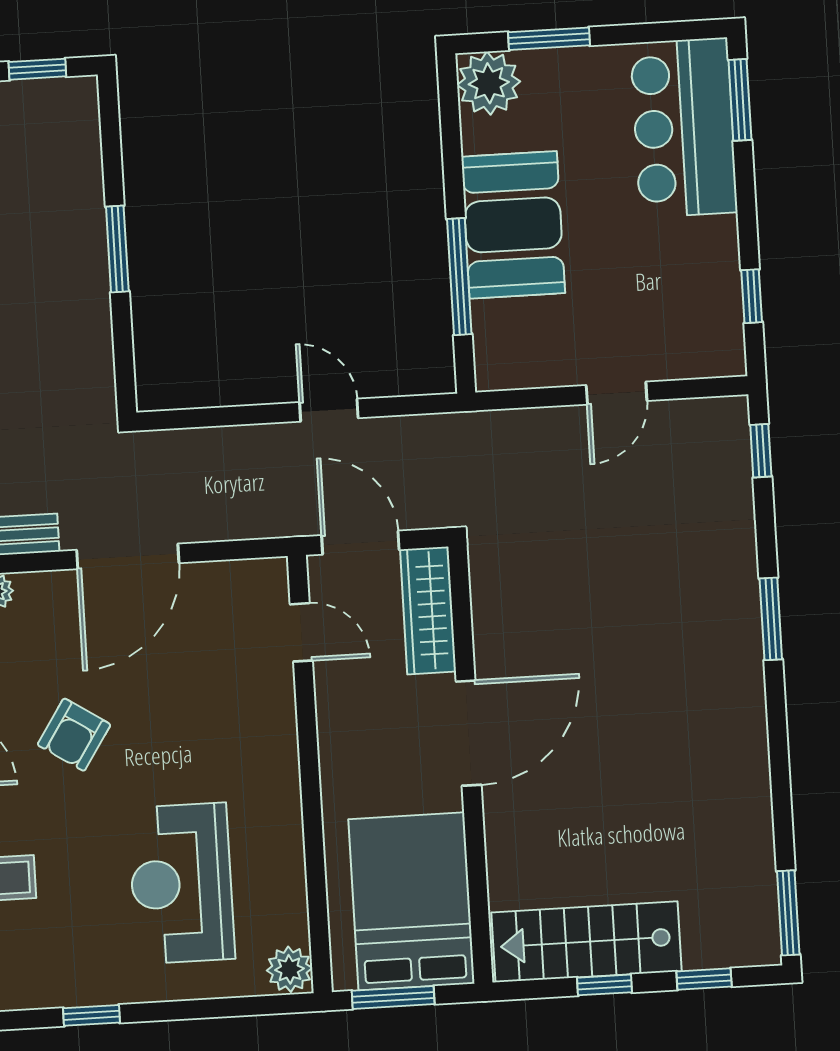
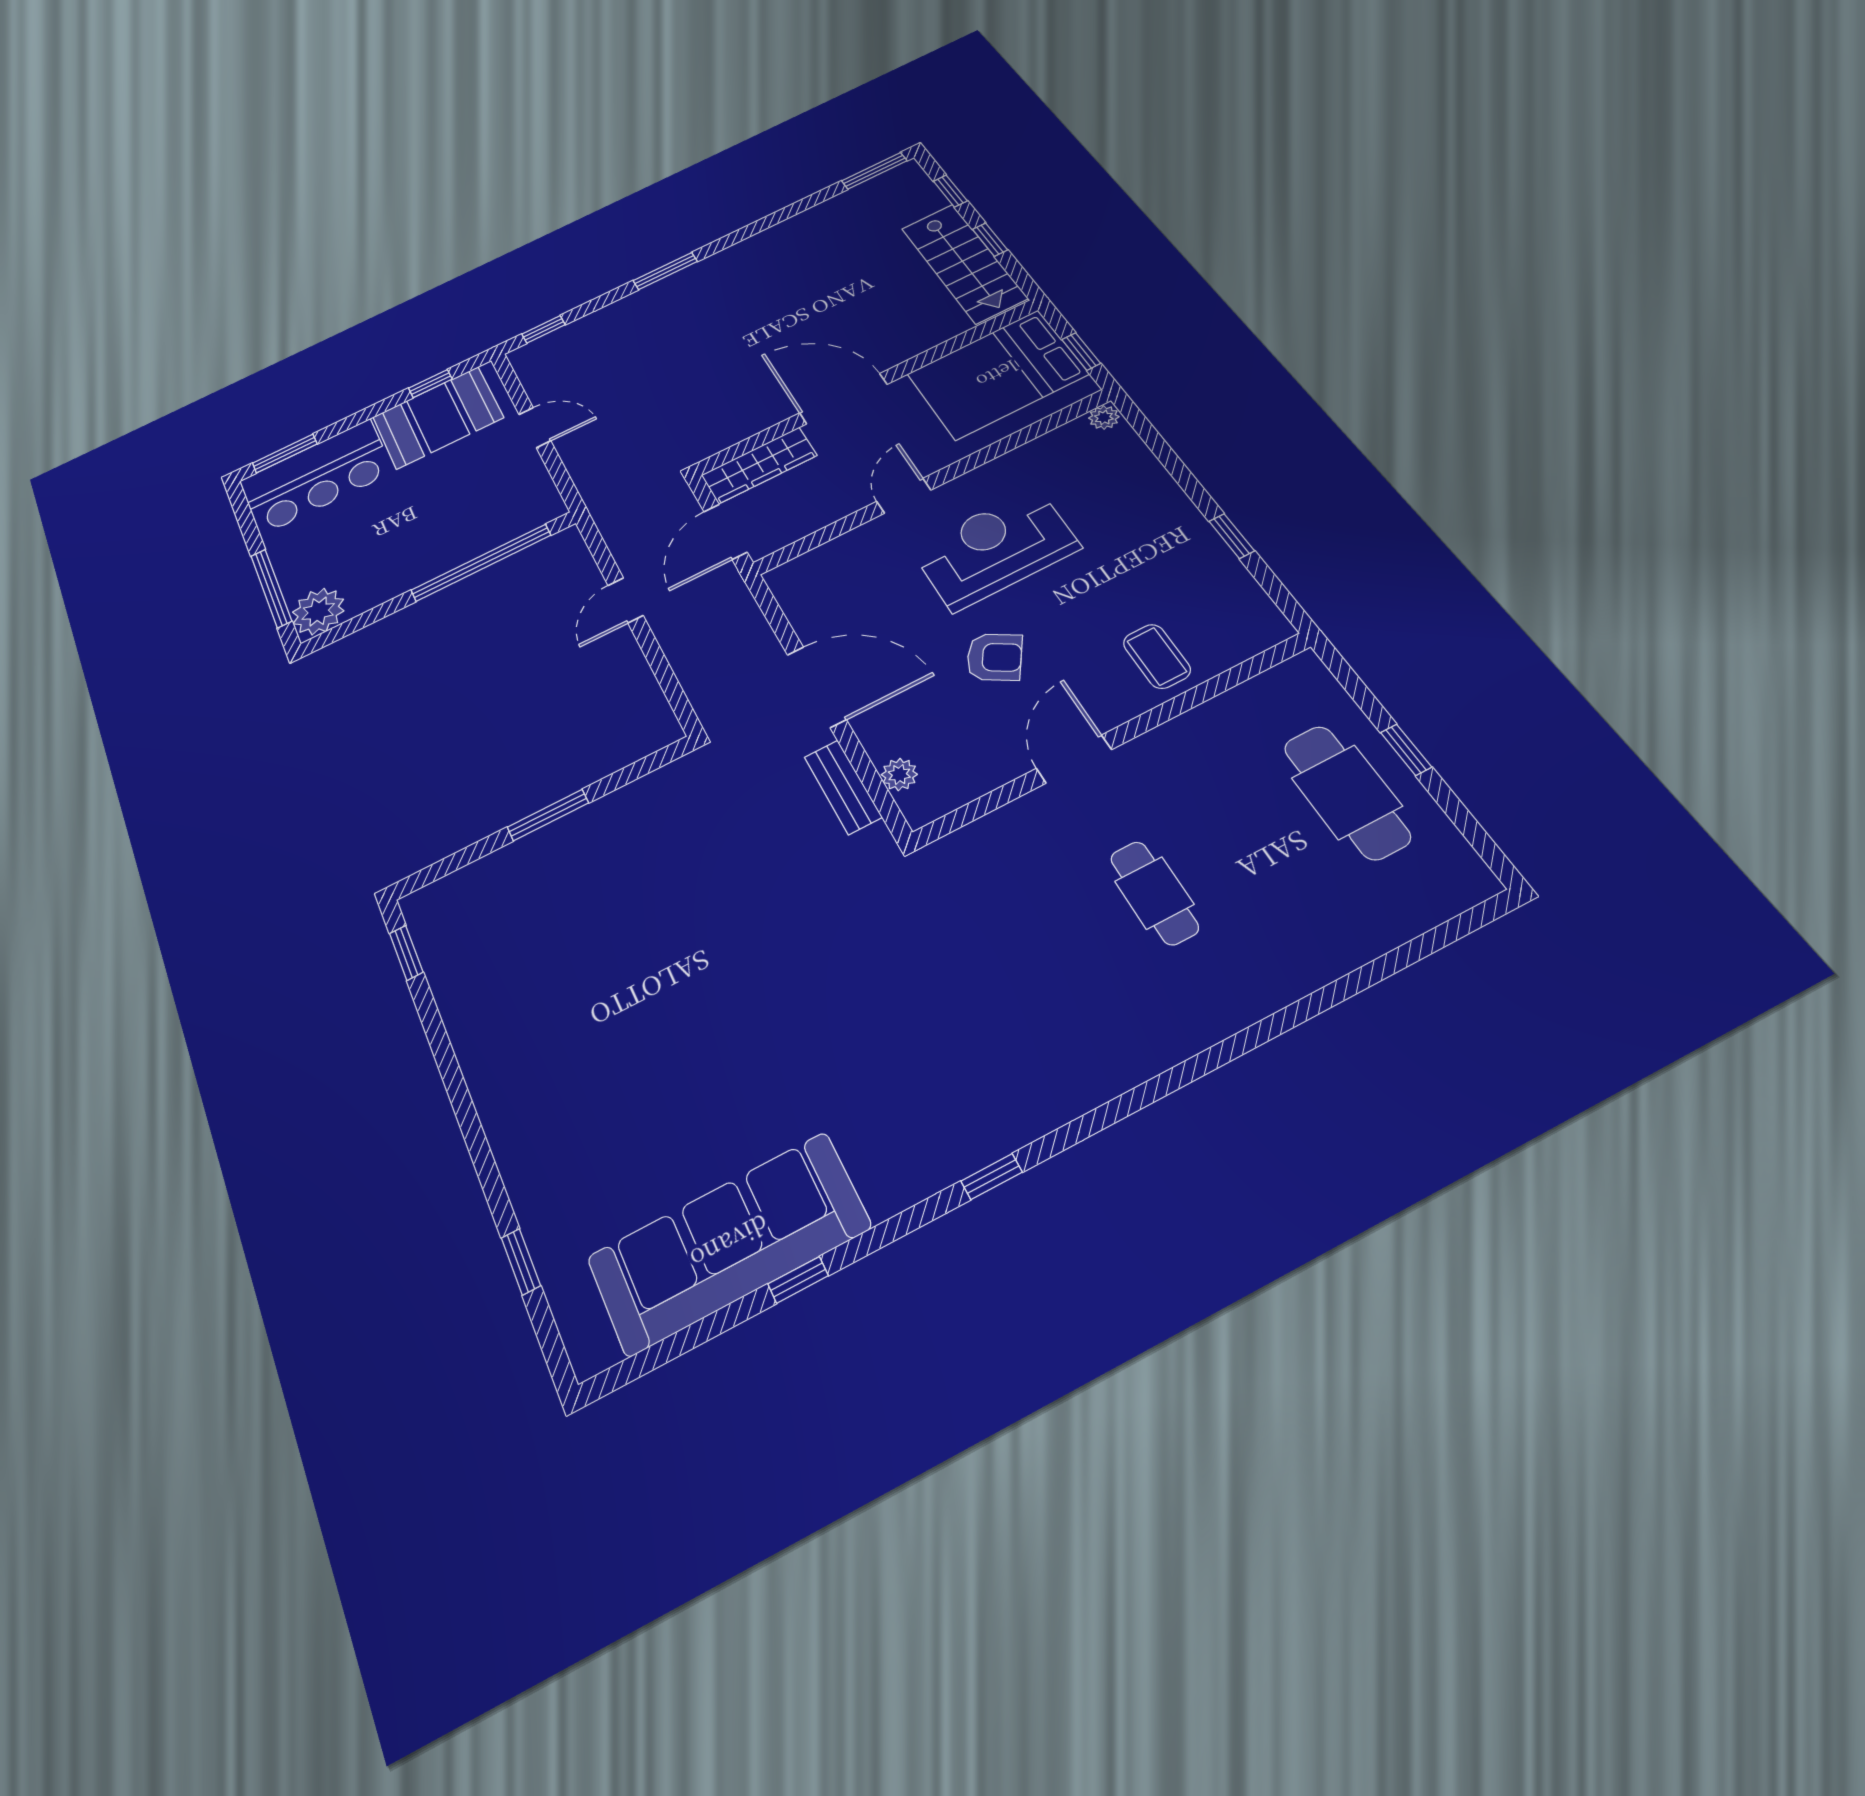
window: (549, 39) -> (271, 588), width x1.44
booth: (513, 225) -> (438, 417), moved
window: (459, 277) -> (481, 563), width x1.46
door: (301, 632) -> (904, 496), moved
reception desk: (181, 883) -> (995, 548), moved, turned 180
plant: (289, 969) -> (1104, 417), width x0.73, depth x0.73
window: (393, 997) -> (1081, 352), width x0.67

